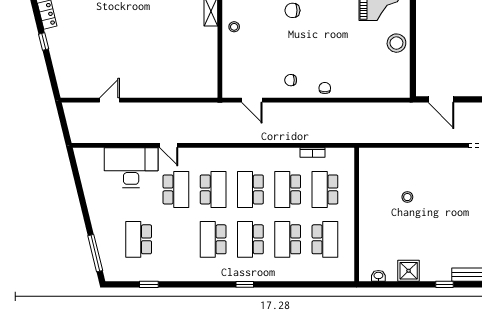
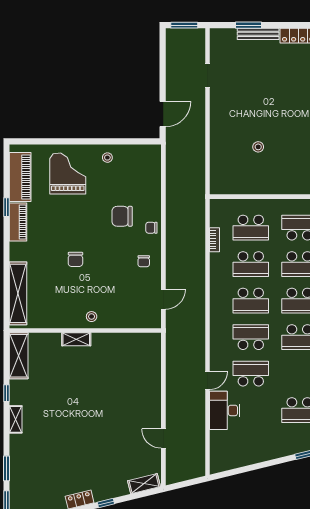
stool: (396, 43) -> (107, 158), width x0.53, depth x0.53
chair: (337, 58) -> (122, 216), added
shelving: (63, 80) -> (144, 484), added
desk: (131, 168) -> (225, 410), width x0.73, depth x0.77

